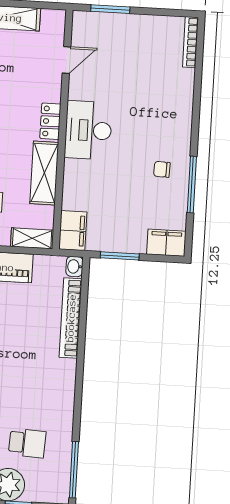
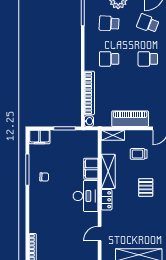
filing cabinet: (73, 231) -> (91, 169), moved
school desk: (31, 378) -> (109, 59), added

